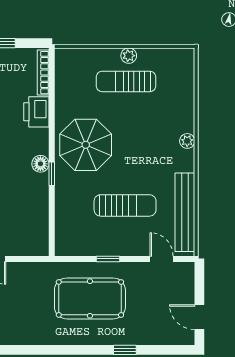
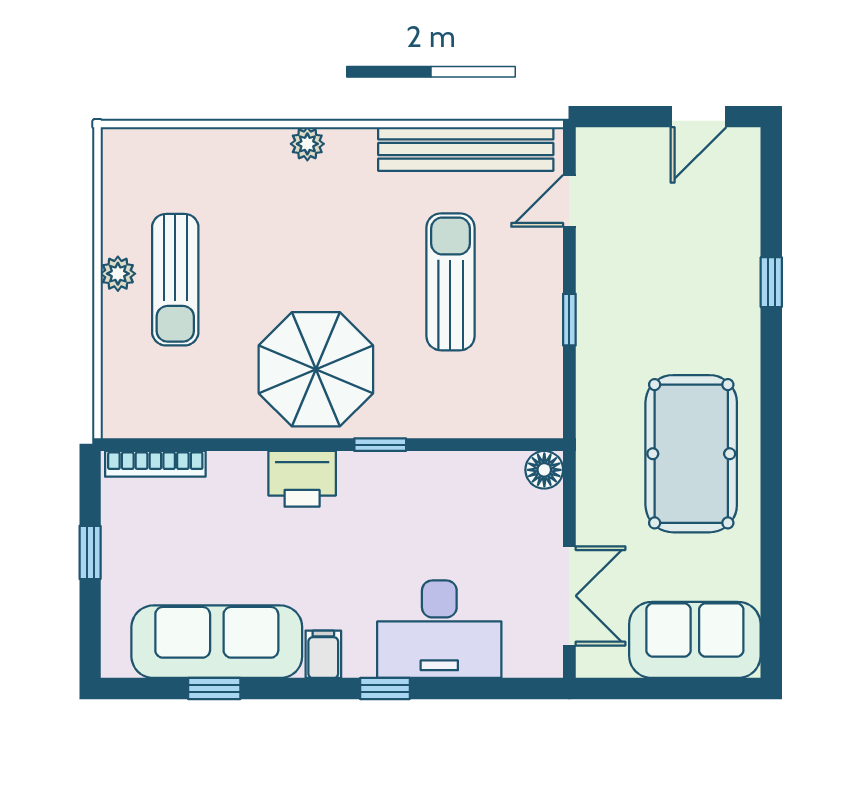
printer: (36, 112) -> (302, 479), moved
floor lamp: (40, 164) -> (544, 470), moved
pool table: (90, 298) -> (691, 454), moved

